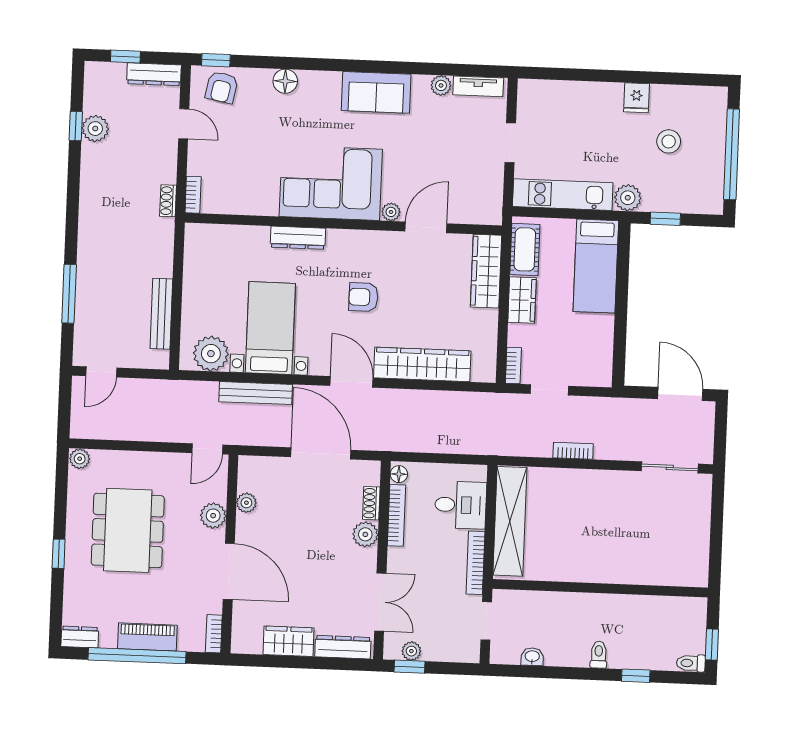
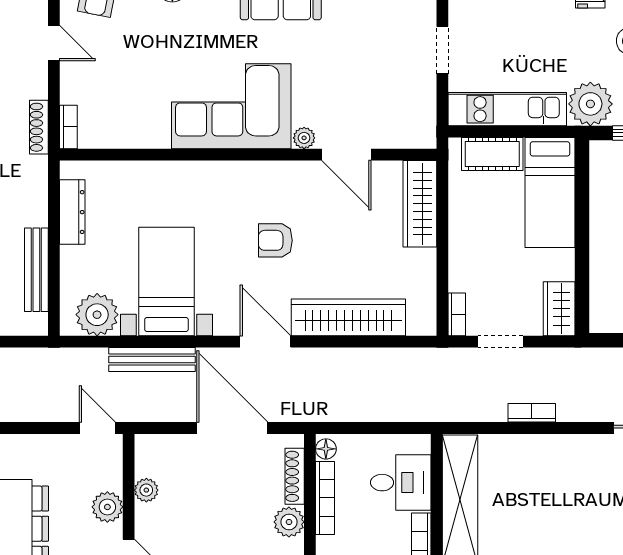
plant: (628, 198) -> (590, 104), width x1.36, depth x1.36
shoe rack: (168, 201) -> (39, 127), width x1.43
door: (426, 227) -> (346, 155), swing flipped
dresser: (298, 238) -> (72, 212), moved, turned -90
cot: (525, 249) -> (492, 154), moved, turned 90
wardrobe: (522, 300) -> (559, 309), moved, turned 180
door: (207, 449) -> (97, 428), swing flipped
shoe rack: (371, 503) -> (295, 476), width x1.43

